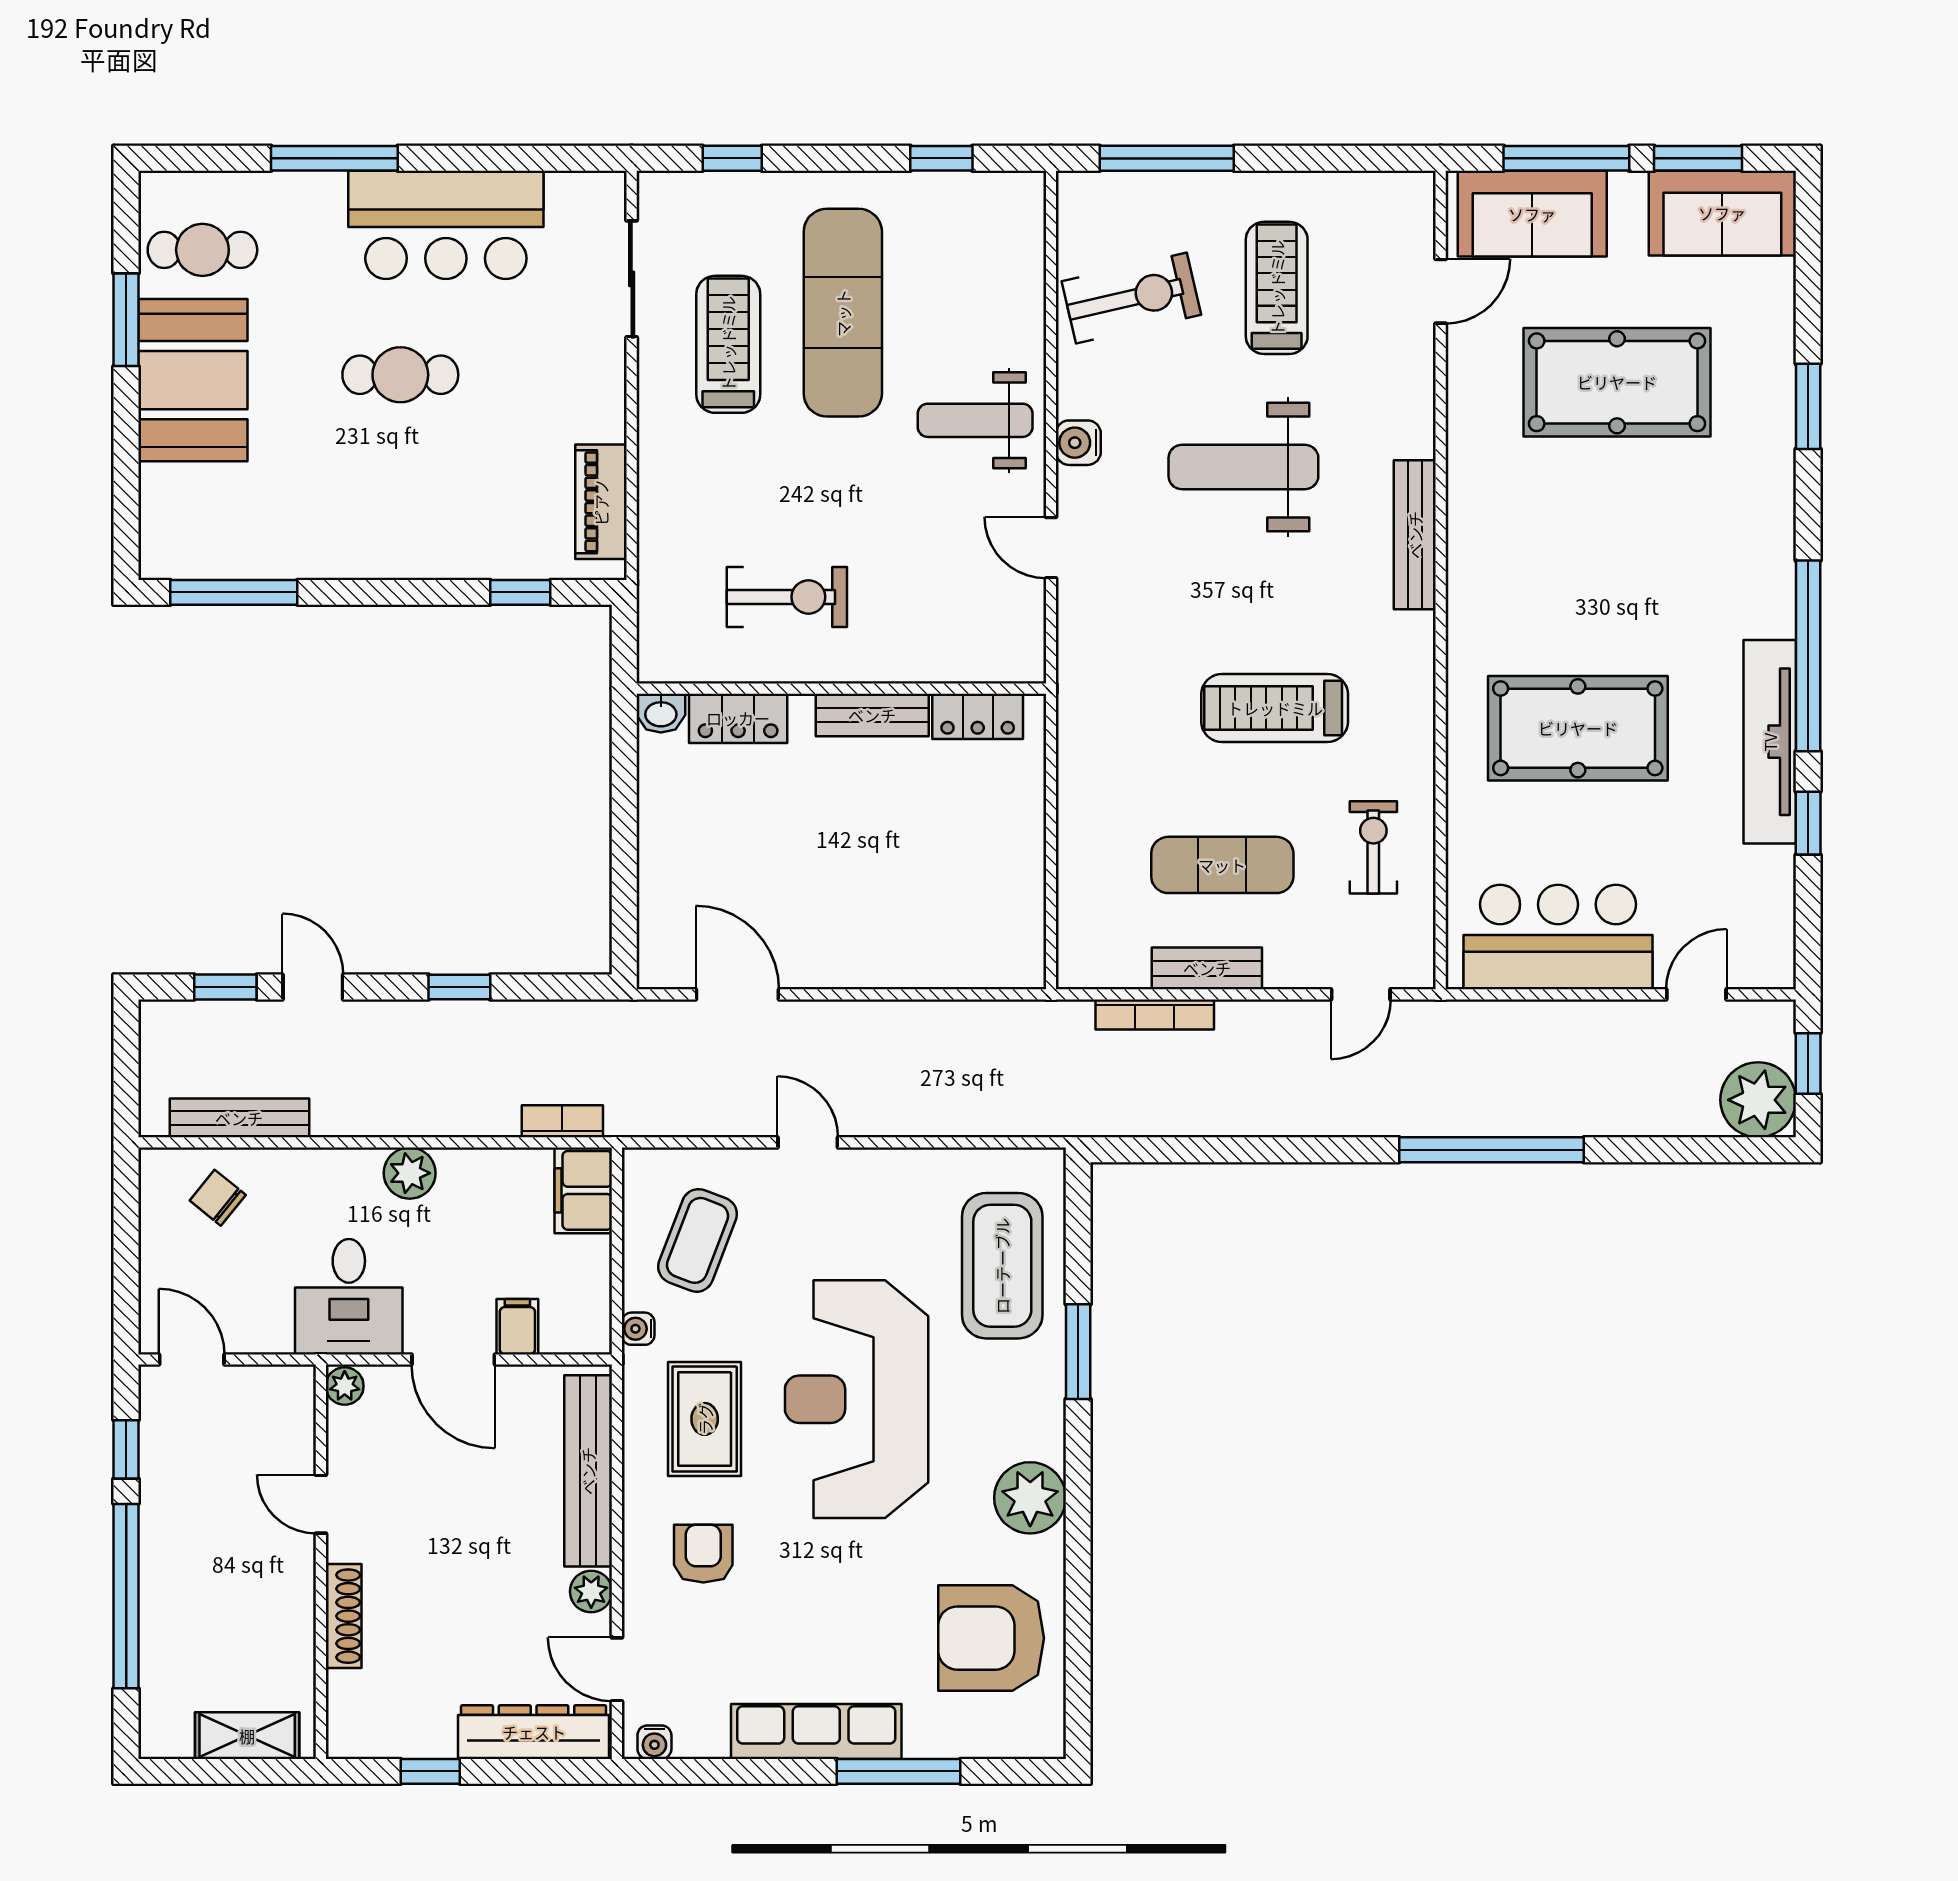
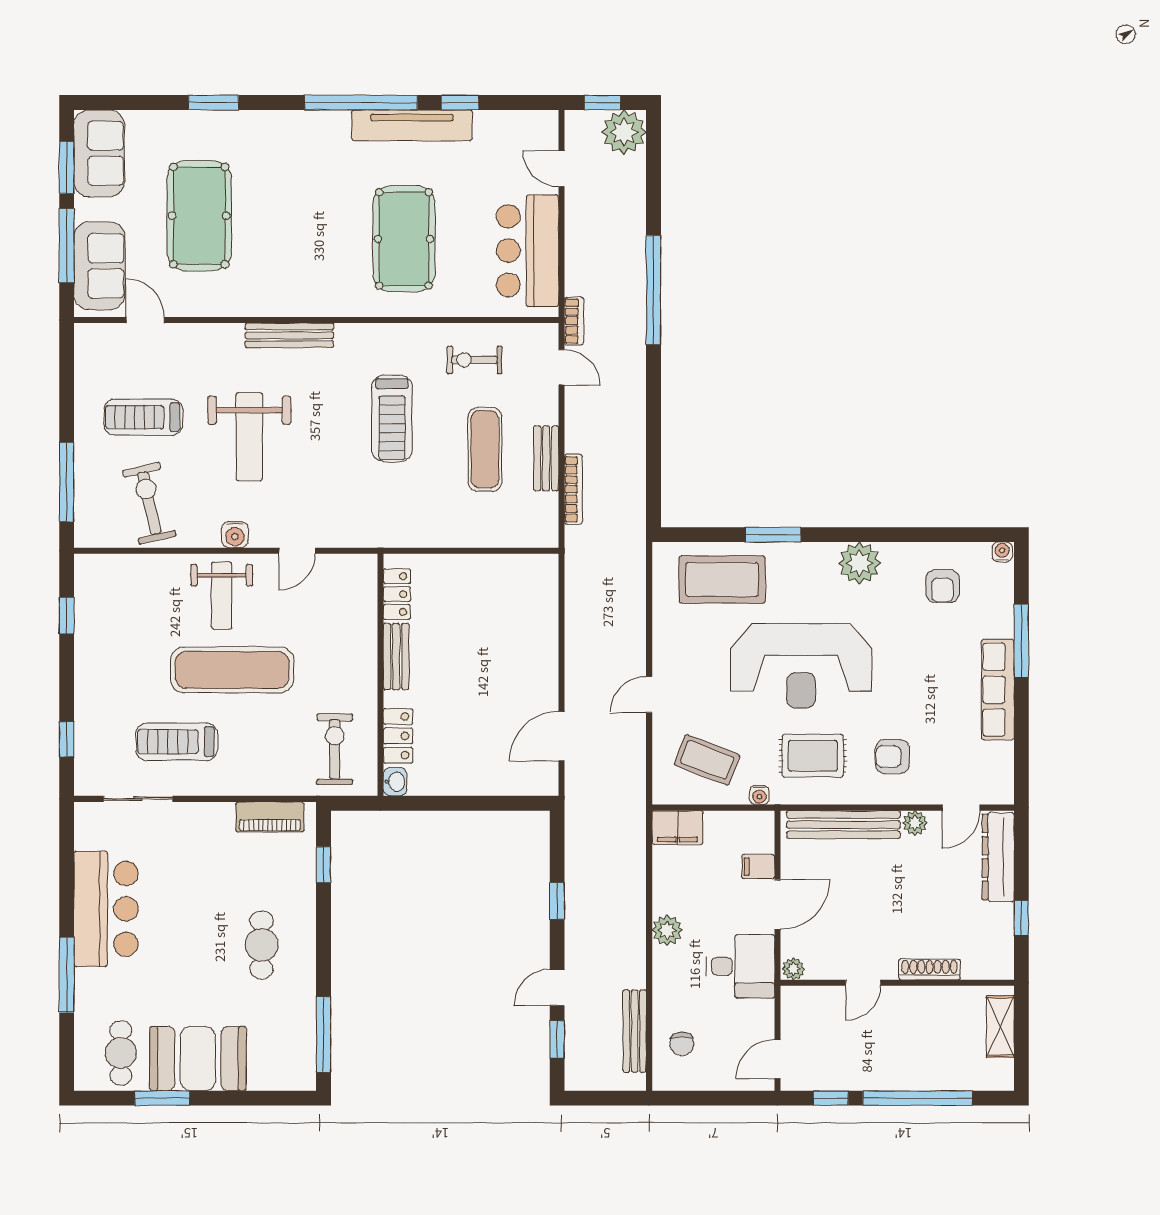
exercise mat: (843, 313) -> (232, 670), moved
cafe table: (400, 375) -> (262, 945), moved
exercise bike: (787, 597) -> (335, 749), moved
bookcase: (562, 1121) -> (574, 321), moved, turned 180
chair: (218, 1198) -> (682, 1044), turned -39
armchair: (991, 1638) -> (942, 586), width x0.53, depth x0.53
water cooler: (654, 1742) -> (1002, 552), moved, turned -90

